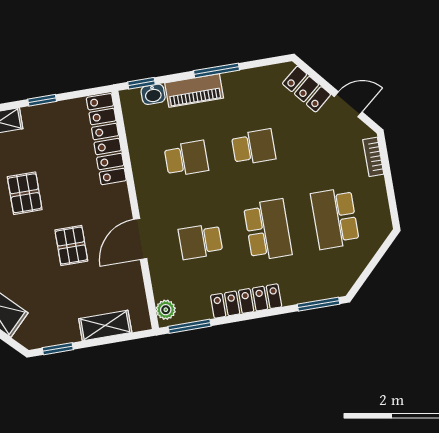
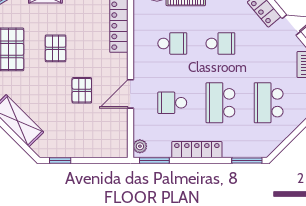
school desk: (268, 230) -> (220, 103), turned 180
shelving: (105, 326) -> (96, 150), removed

